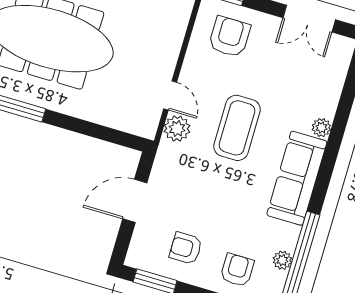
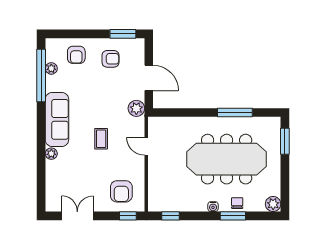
coffee table: (237, 128) -> (101, 139), width x0.54, depth x0.58
plant: (177, 129) -> (136, 108), moved
door: (135, 201) -> (149, 78), hinge flipped

